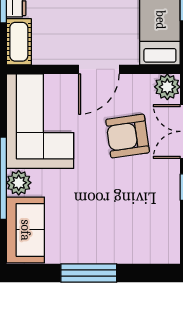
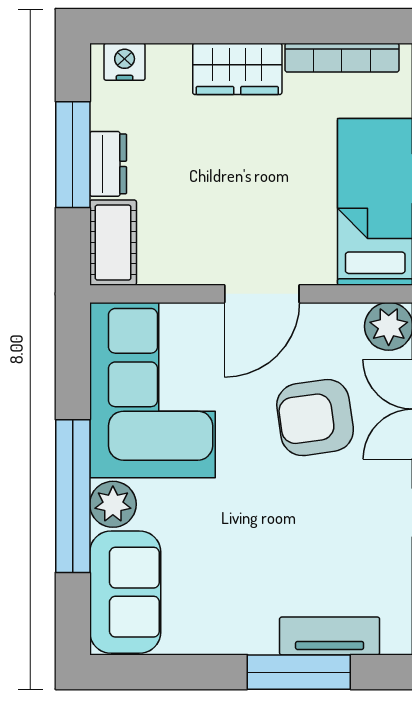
tv unit: (135, 254) -> (330, 636), added
window: (89, 273) -> (299, 672), moved

